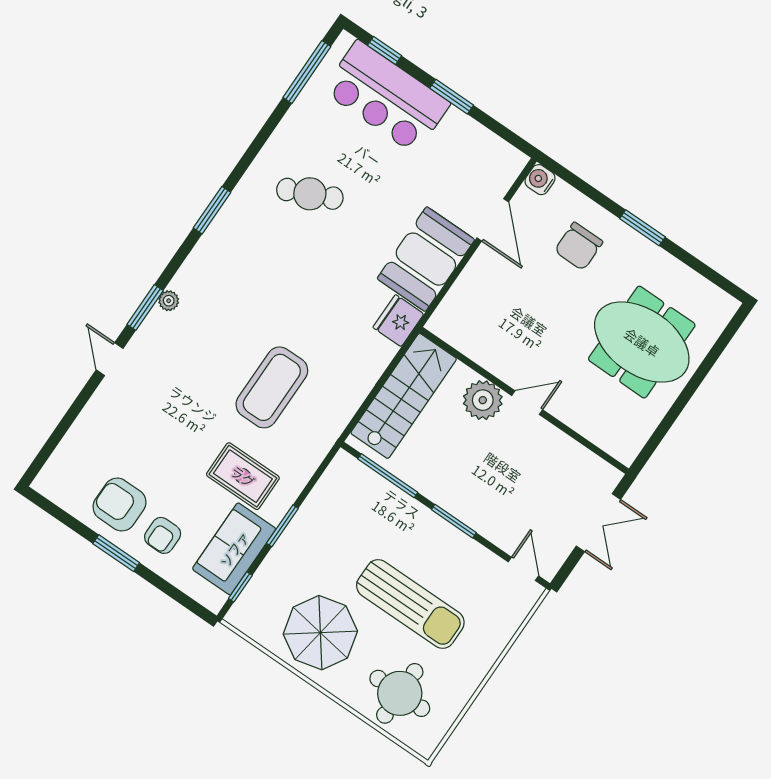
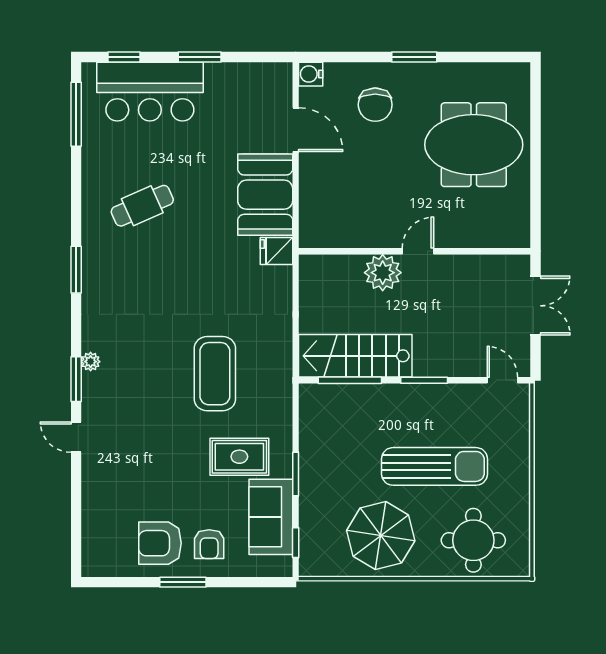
fridge: (398, 321) -> (276, 251), width x0.72
stairs: (404, 396) -> (355, 356), moved, turned -90

